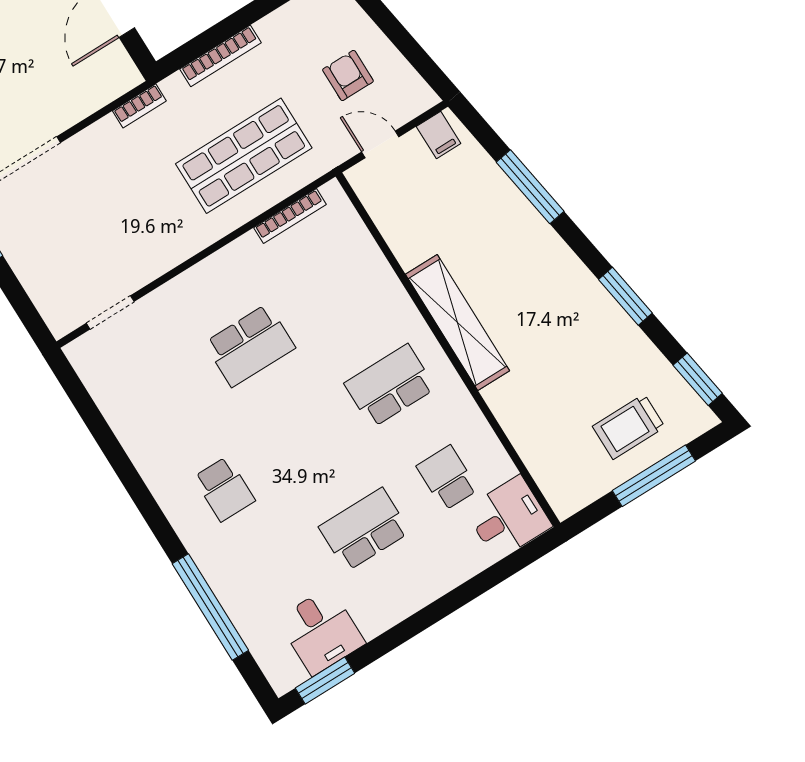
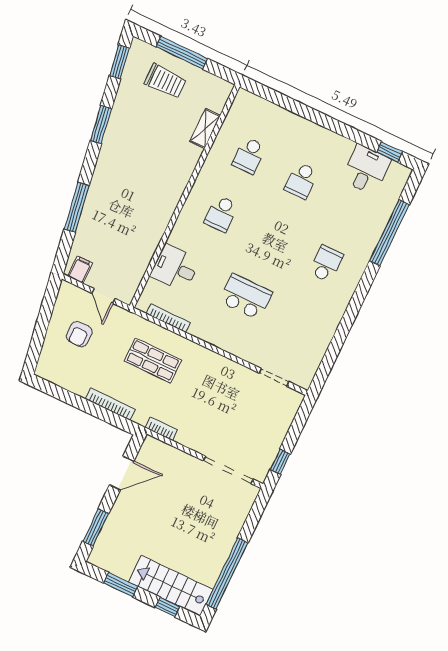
shop shelf: (244, 156) -> (153, 361), width x0.70, depth x0.74
shelving: (457, 322) -> (205, 128), moved, width x0.45, depth x0.75
school desk: (390, 386) -> (221, 214), width x0.54
desk: (508, 518) -> (175, 268), moved
school desk: (364, 529) -> (301, 181), width x0.54
window: (325, 681) -> (390, 152), width x0.67

